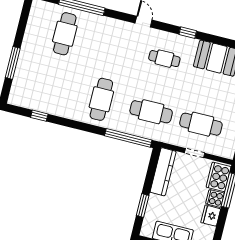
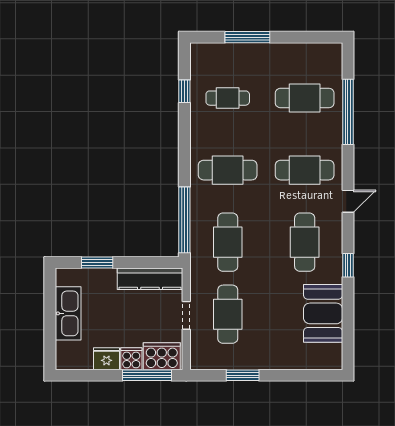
cafe table: (115, 46) -> (305, 170), added
cafe table: (164, 59) -> (305, 242), width x1.37, depth x1.35
cafe table: (52, 87) -> (228, 98), added

